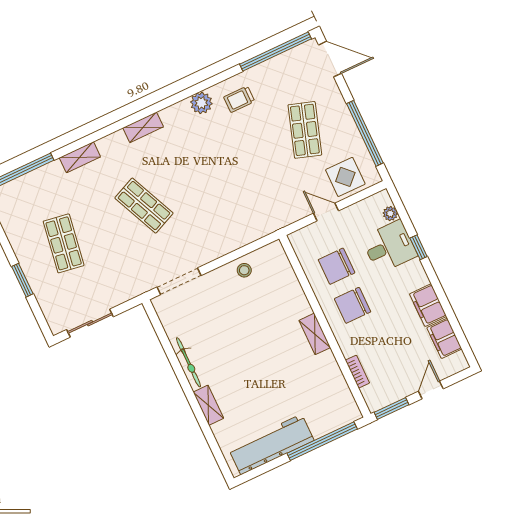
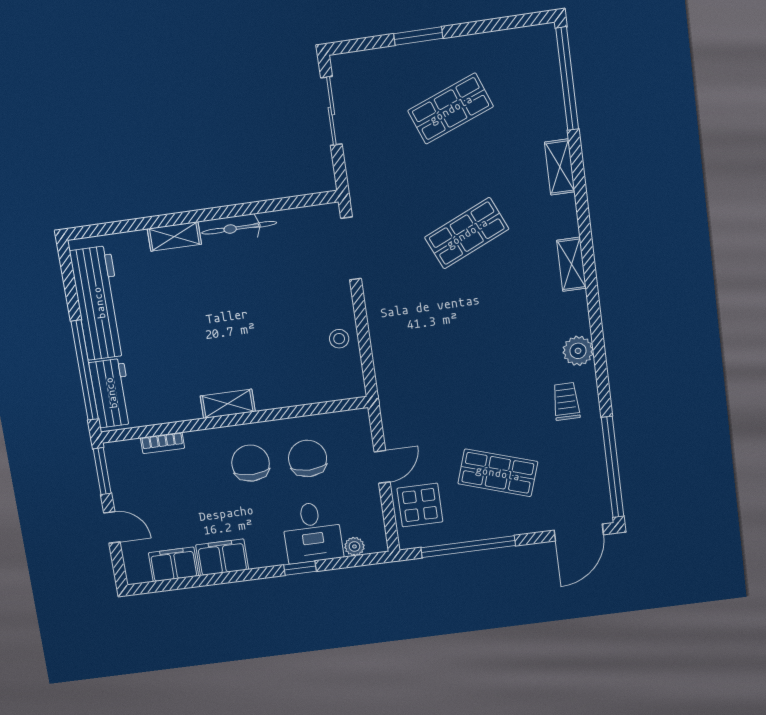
shop shelf: (64, 243) -> (451, 109), turned -30
workbench: (333, 418) -> (111, 393), added

